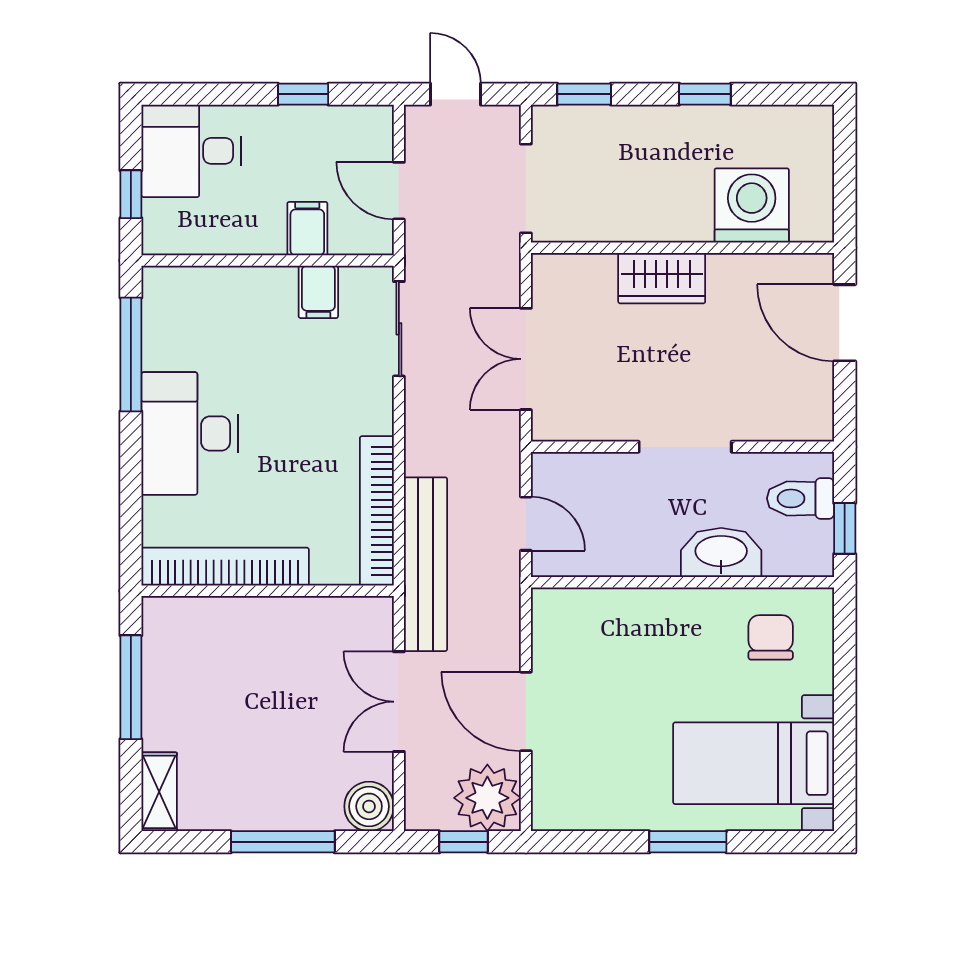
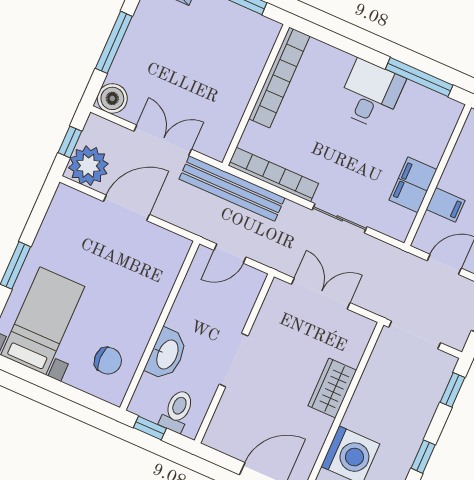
filing cabinet: (318, 292) -> (413, 185), width x2.00
sliding door: (399, 329) -> (340, 218), moved
desk: (190, 434) -> (371, 94), width x0.73

